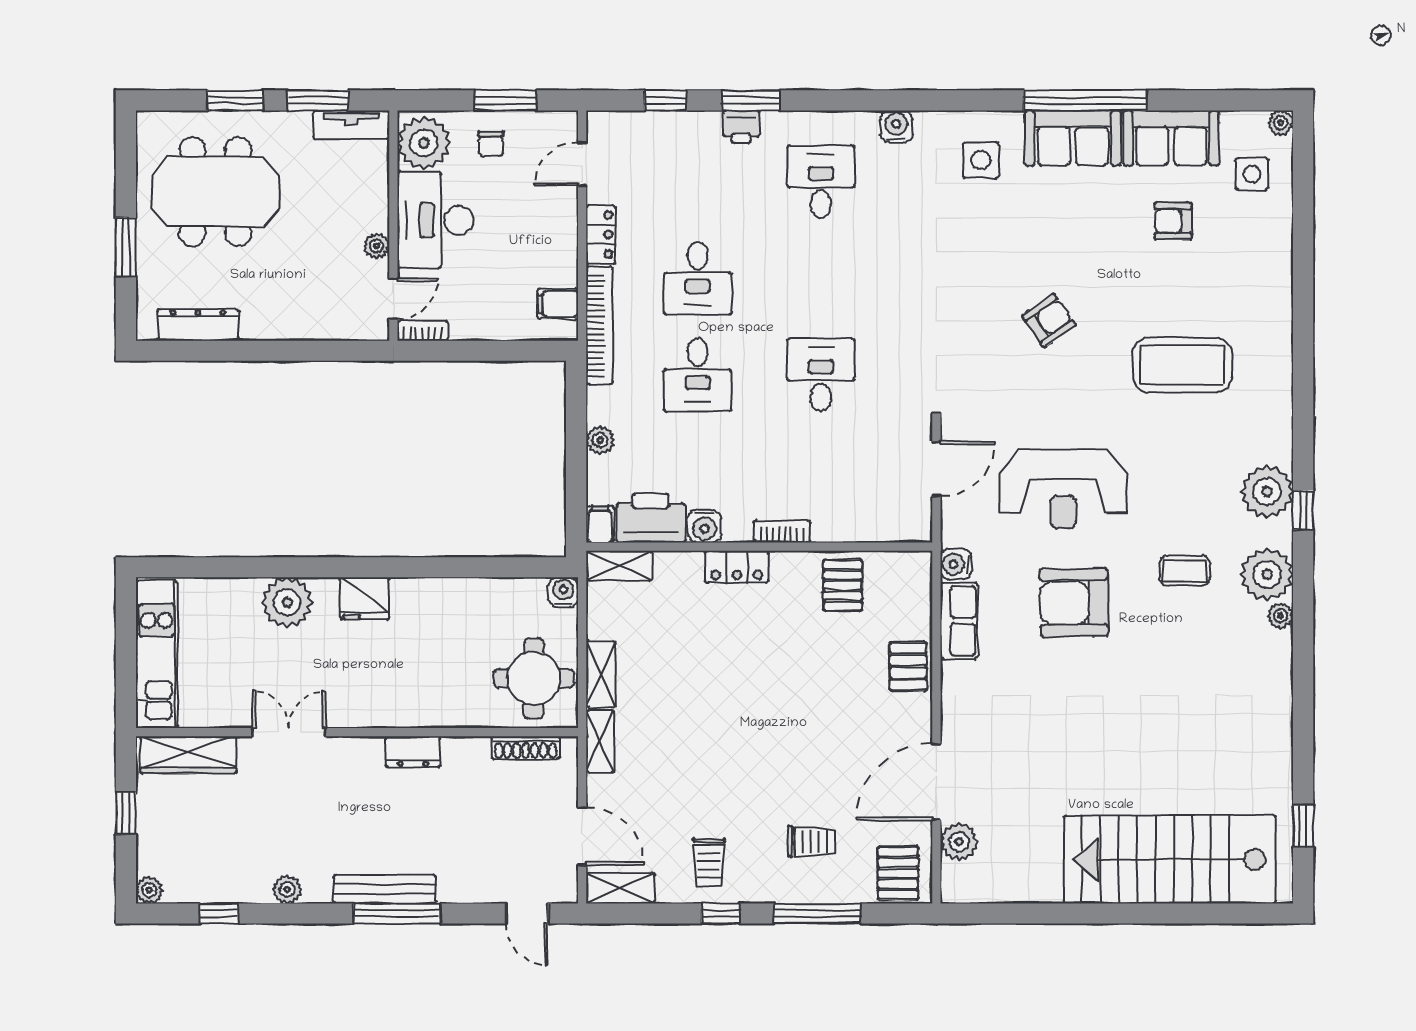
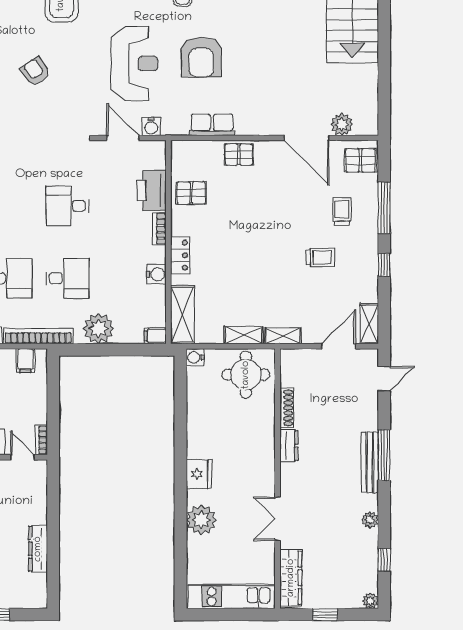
dresser: (198, 325) -> (38, 549), moved
plant: (600, 440) -> (99, 328), width x1.87, depth x1.87
printer: (651, 518) -> (152, 190), moved
water cooler: (956, 564) -> (151, 126), moved
shelving: (619, 566) -> (182, 315), width x1.50, depth x1.33
shoe rack: (526, 748) -> (287, 408), moved
trolley: (709, 862) -> (320, 257), moved

